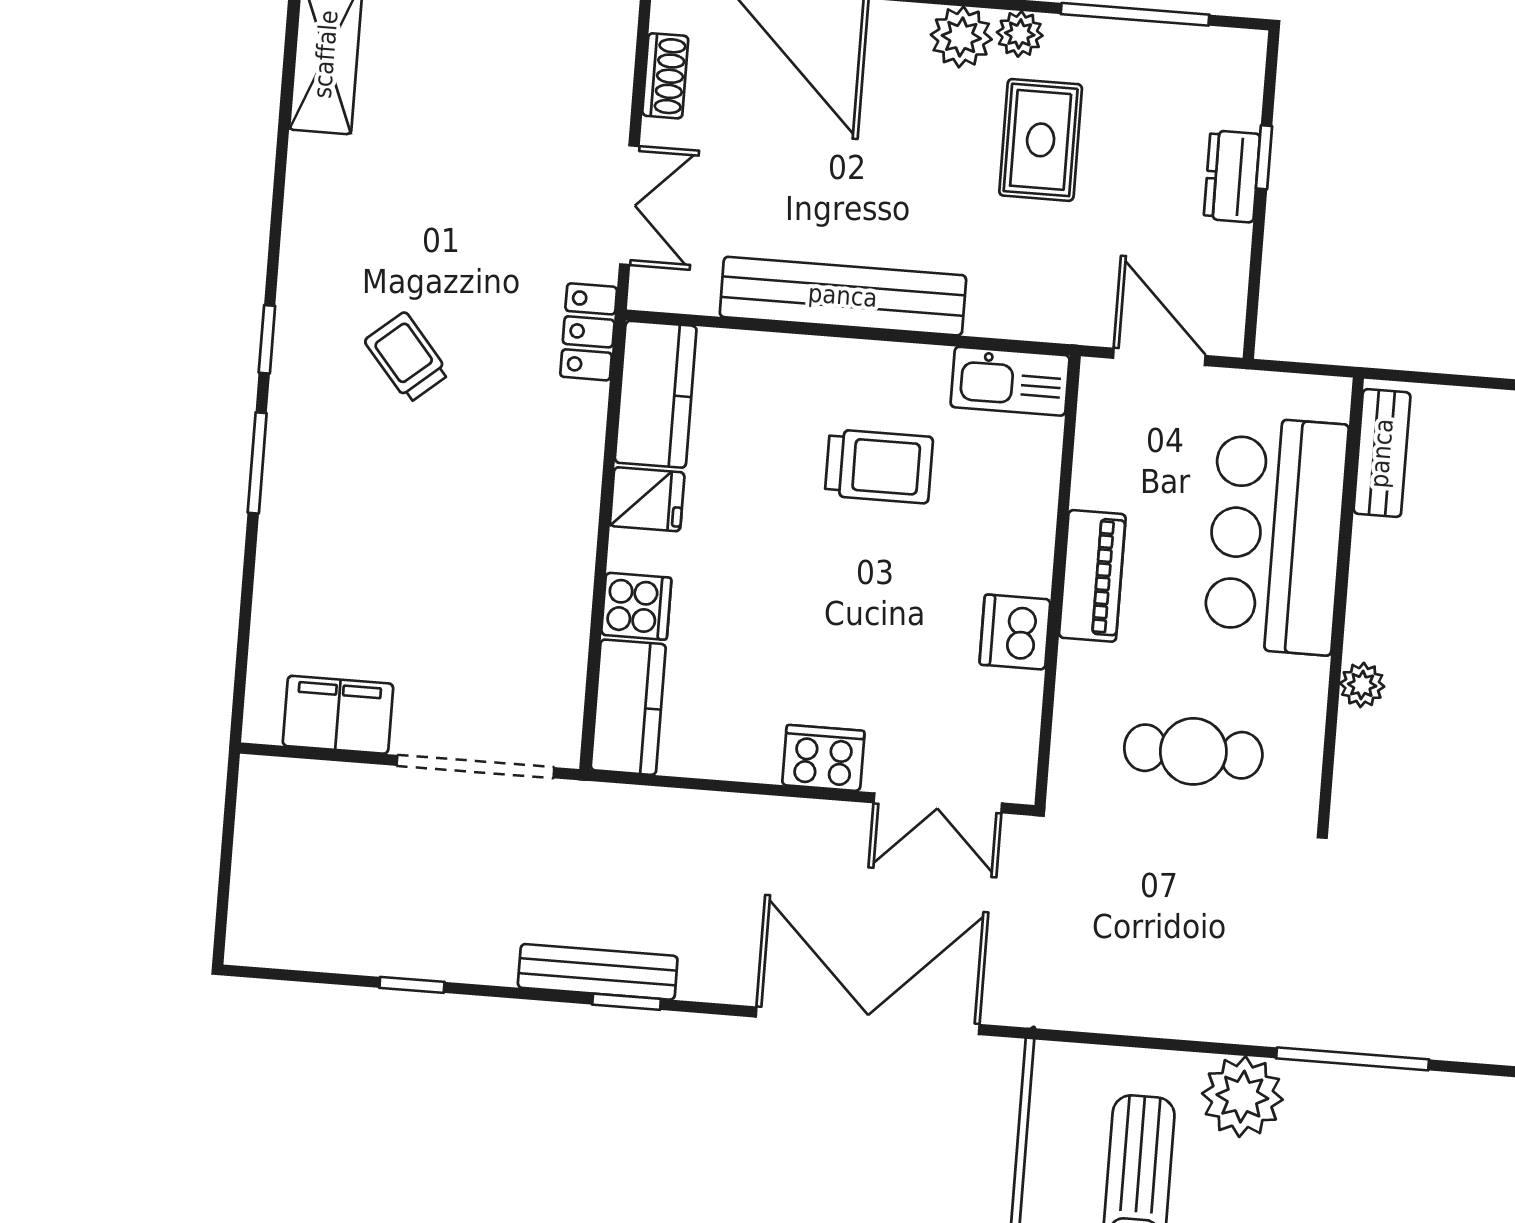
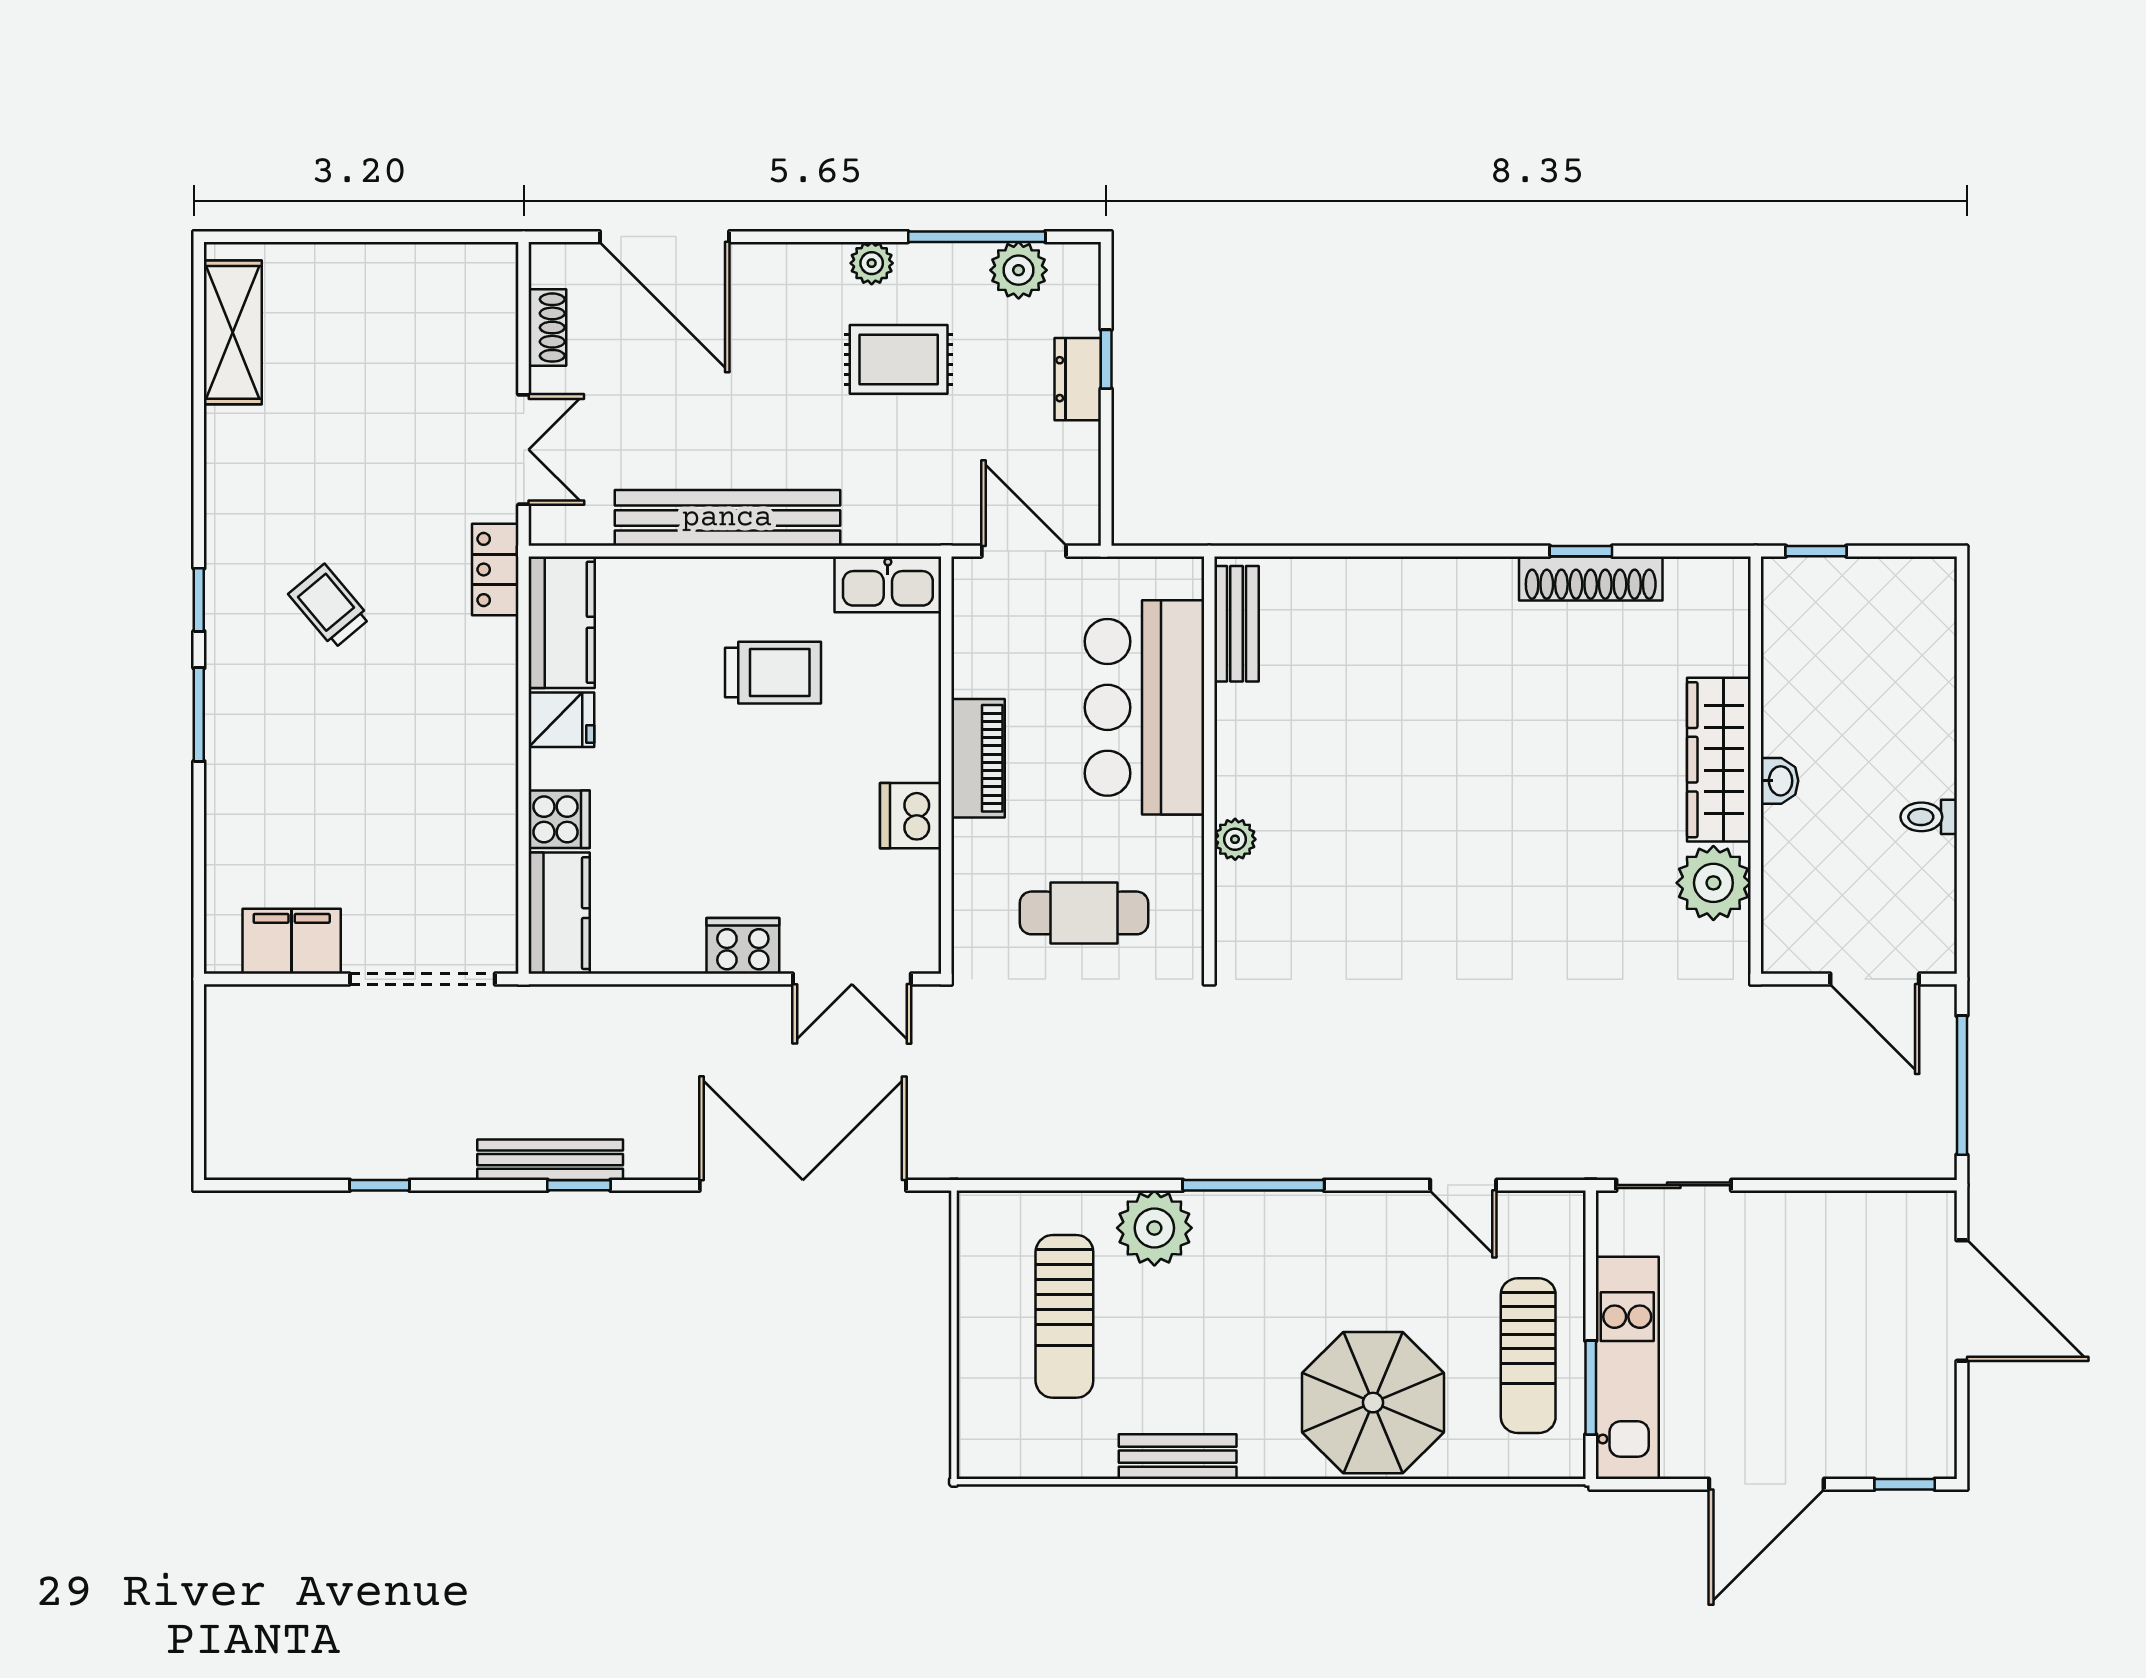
plant: (961, 37) -> (1019, 270), moved
rug: (1041, 140) -> (899, 359), turned 90

